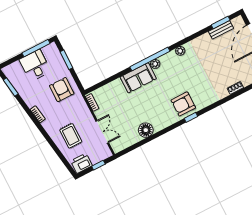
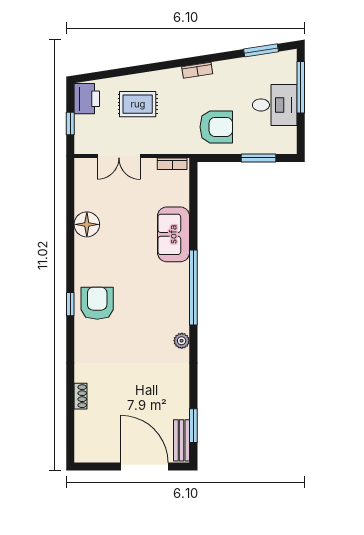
bench: (221, 30) -> (182, 440), moved
window: (36, 48) -> (301, 87), moved
plant: (155, 64) -> (181, 292), removed
sofa: (138, 78) -> (173, 234), moved

